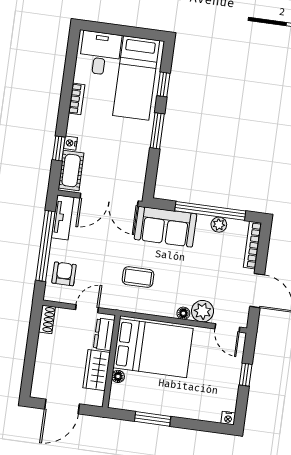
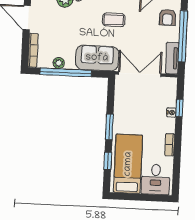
cot: (71, 170) -> (169, 93), removed

